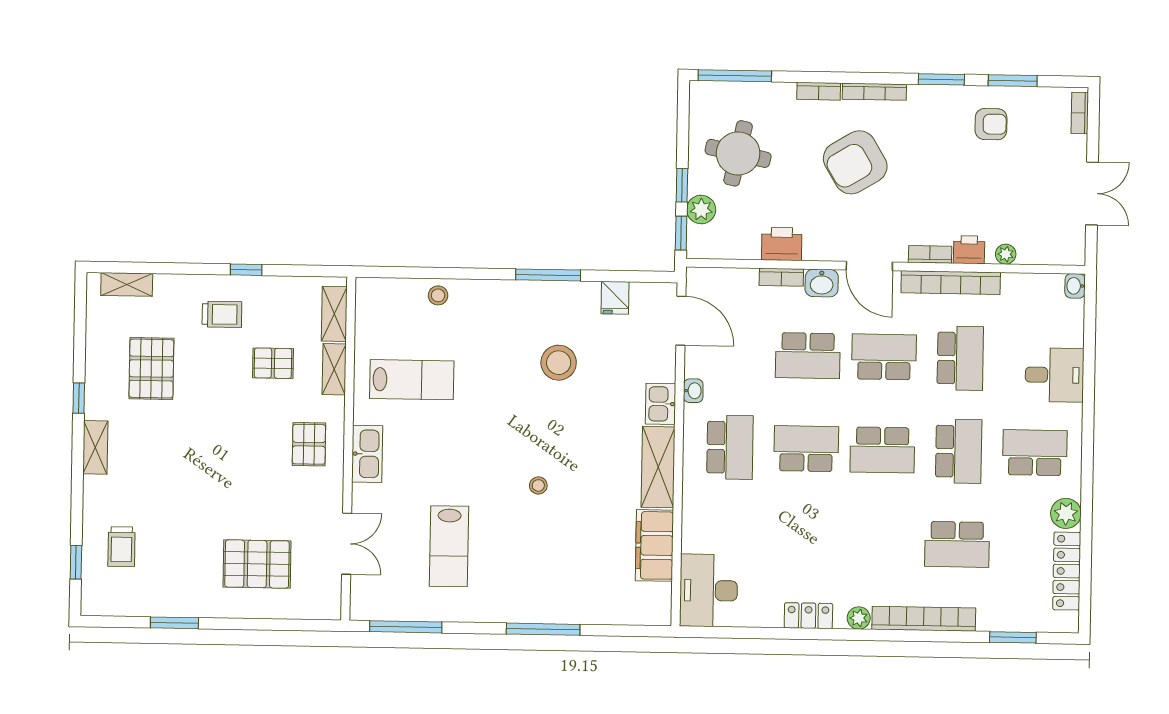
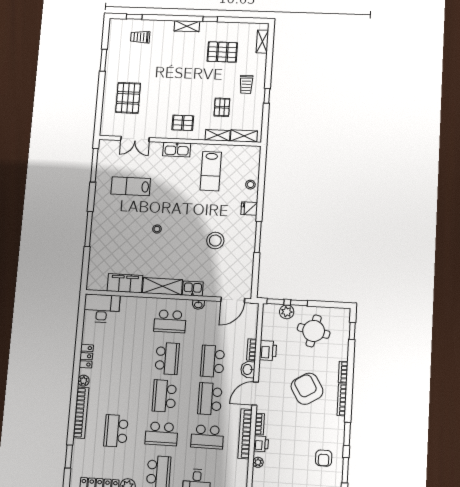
window: (735, 76) -> (352, 331), width x0.46
fridge: (615, 298) -> (249, 209), moved
school desk: (884, 357) -> (210, 399), turned 180

